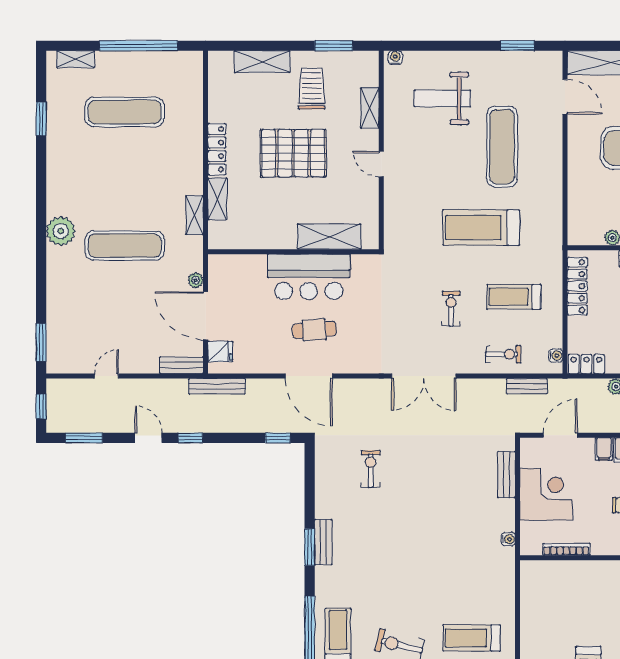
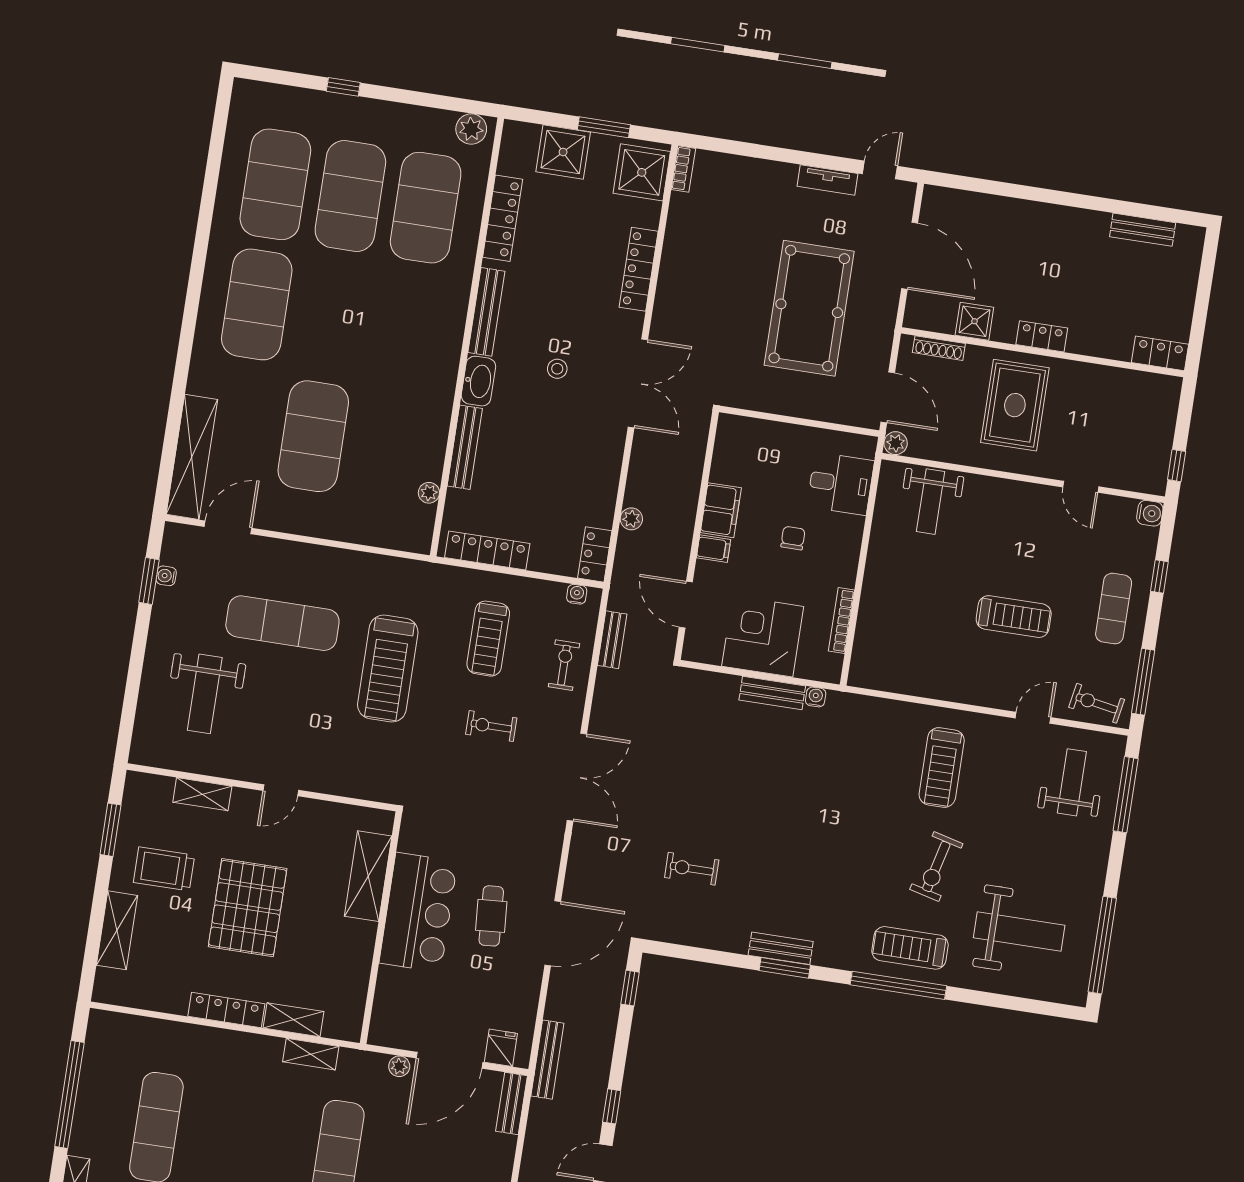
water cooler: (395, 58) -> (166, 576), moved
bench: (506, 475) -> (772, 693), moved

